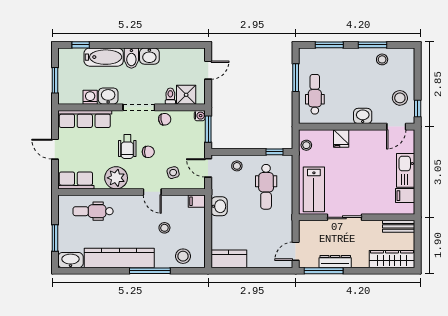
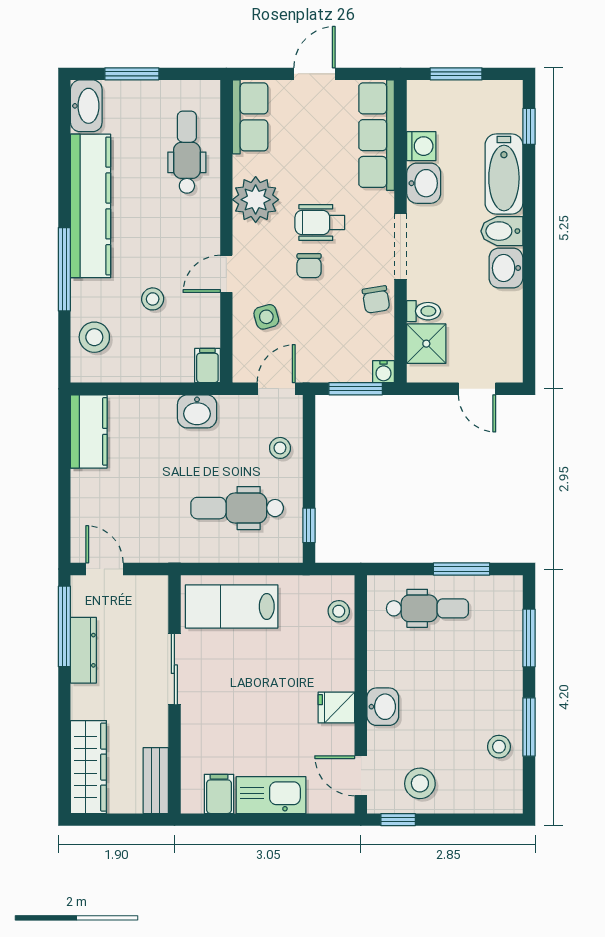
fridge: (341, 139) -> (336, 708), moved
stool: (306, 145) -> (339, 611), moved

